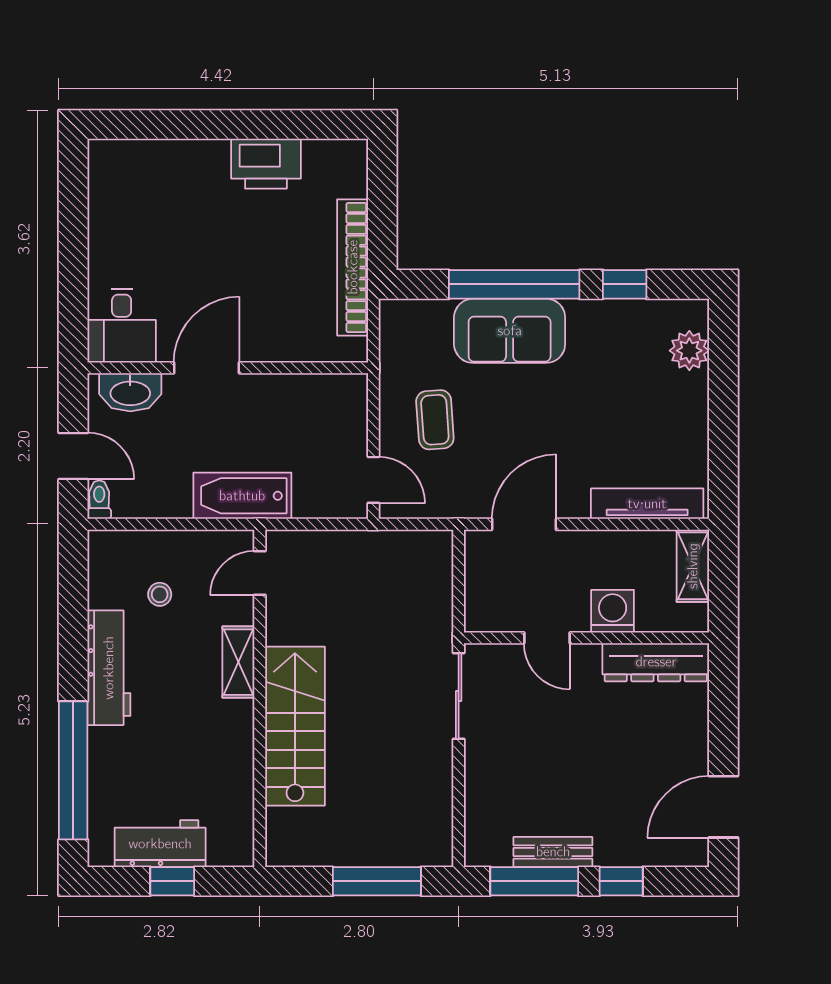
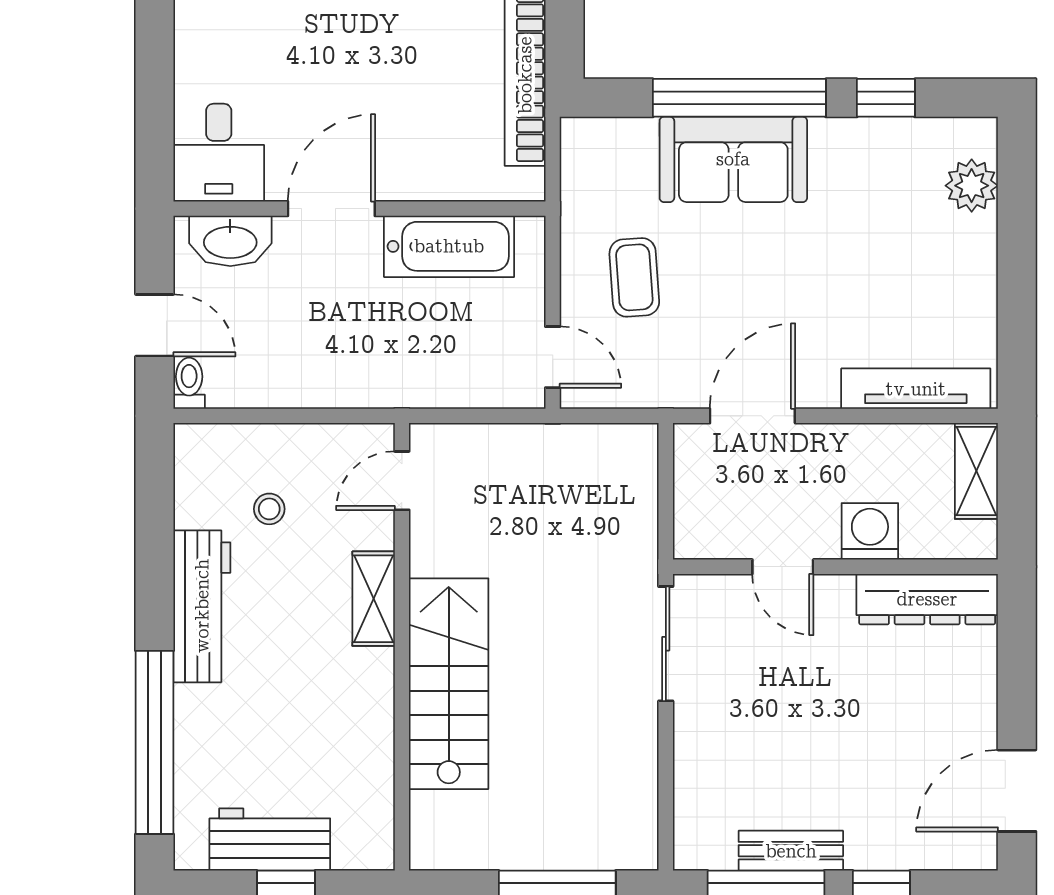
bathtub: (242, 496) -> (449, 246), moved, turned 180

